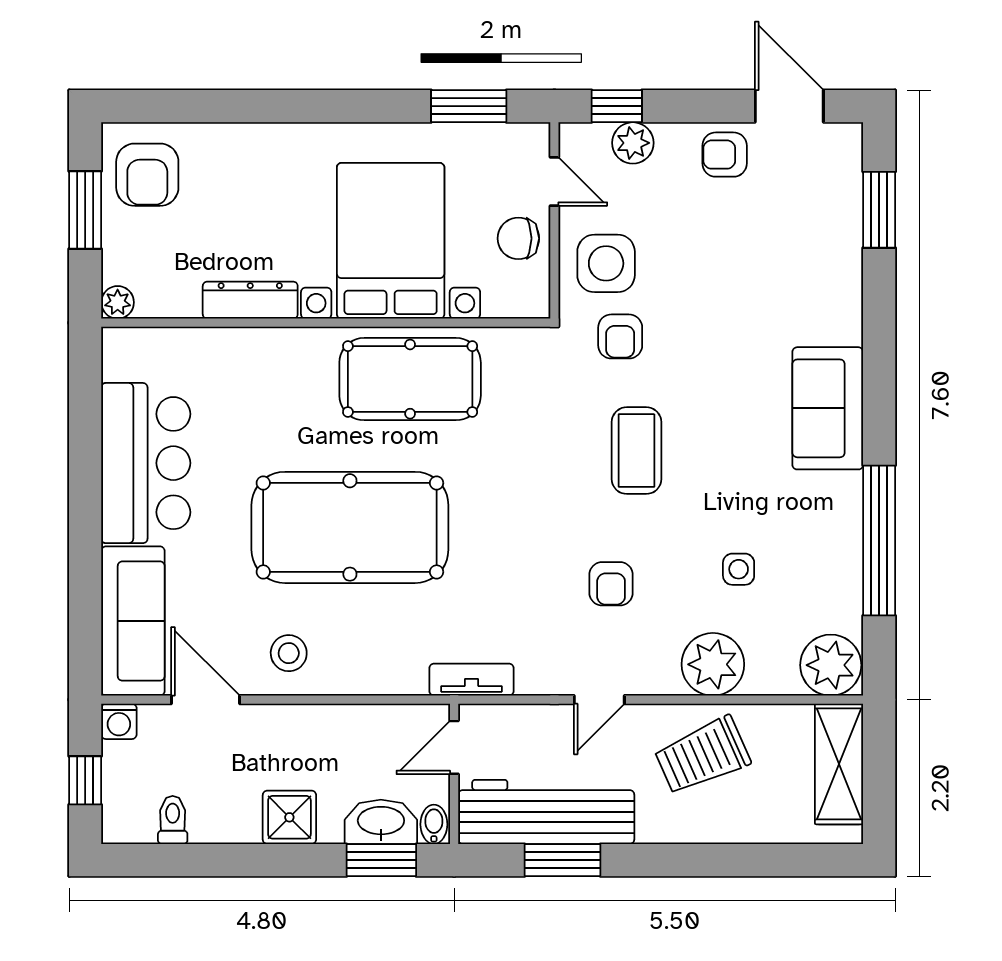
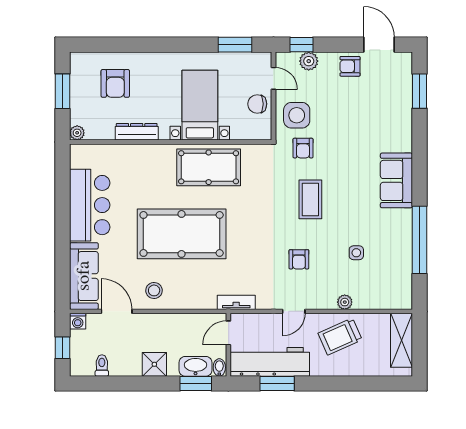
armchair: (147, 175) -> (115, 83), moved
bed with nightstands: (391, 241) -> (200, 105), width x0.73
plant: (713, 664) -> (345, 302), width x0.53, depth x0.53
plant: (831, 665) -> (398, 296), removed

